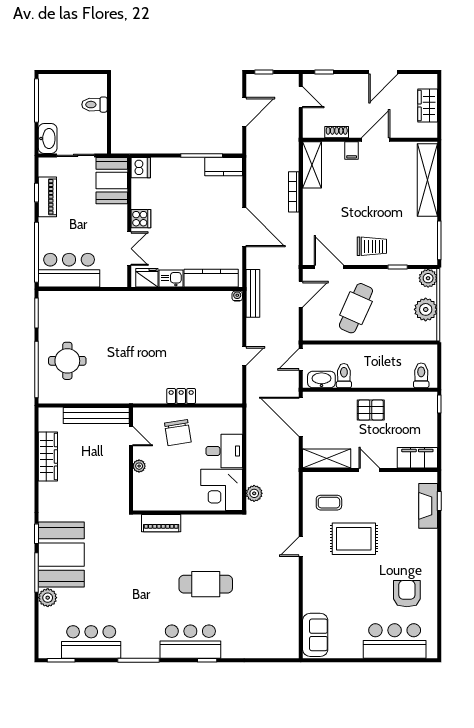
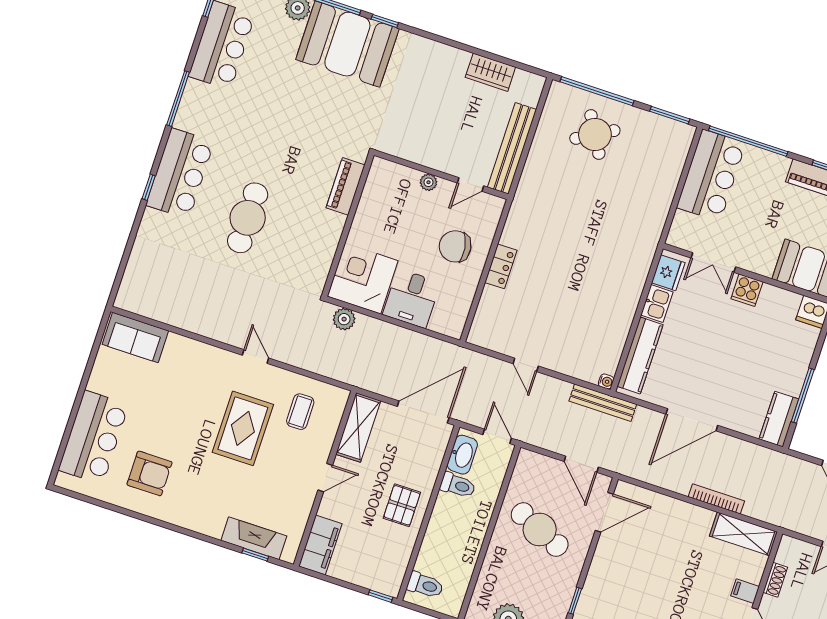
trolley: (372, 246) -> (613, 576), removed
round table: (67, 361) -> (595, 134), turned -30
wardrobe: (48, 456) -> (490, 72), width x0.67

